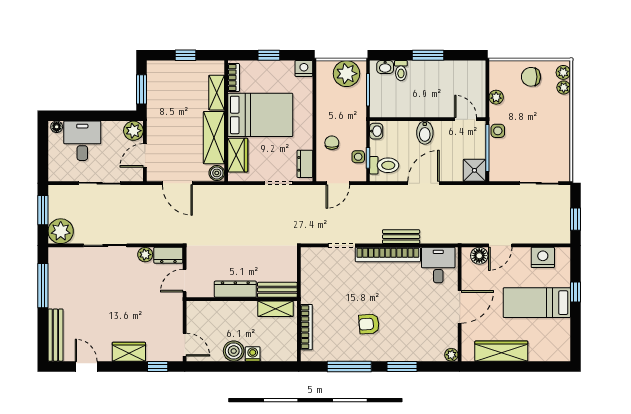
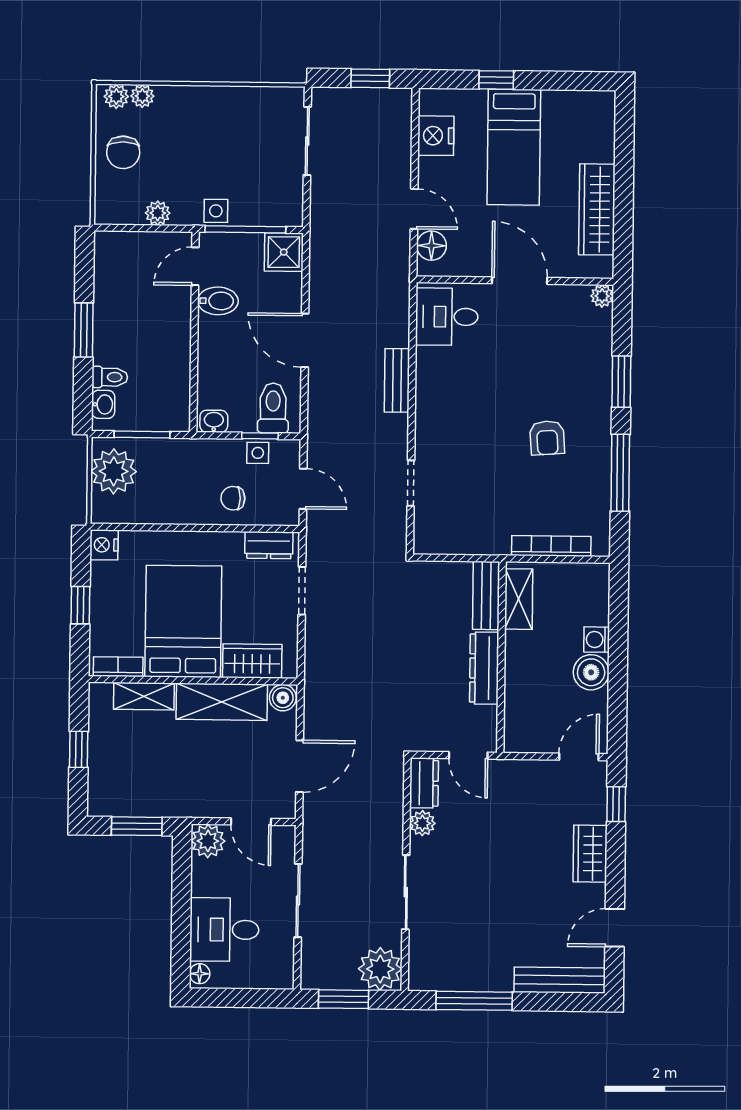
bidet: (425, 133) -> (218, 301), moved
bookcase: (388, 255) -> (427, 404), removed

